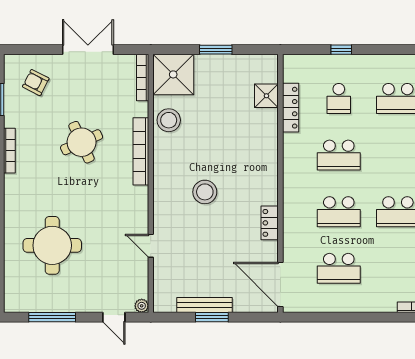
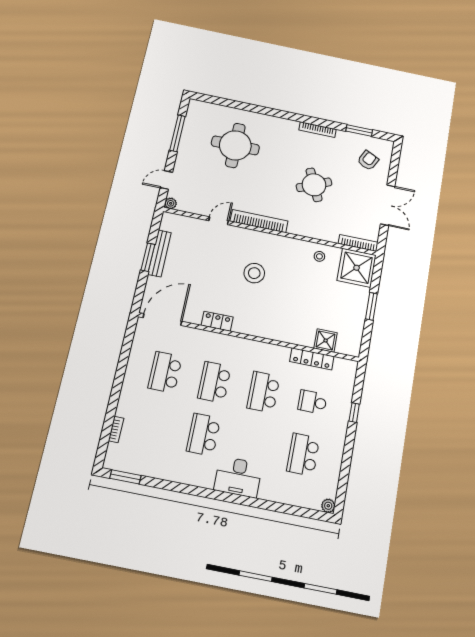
stool: (169, 120) -> (319, 256), width x0.53, depth x0.53
bookcase: (141, 151) -> (259, 221), moved

